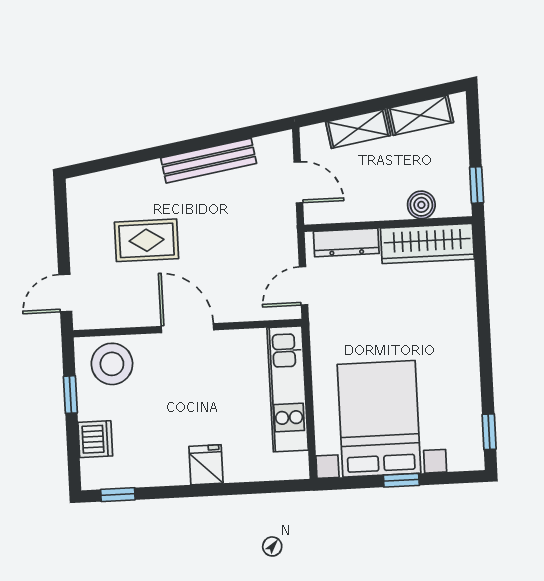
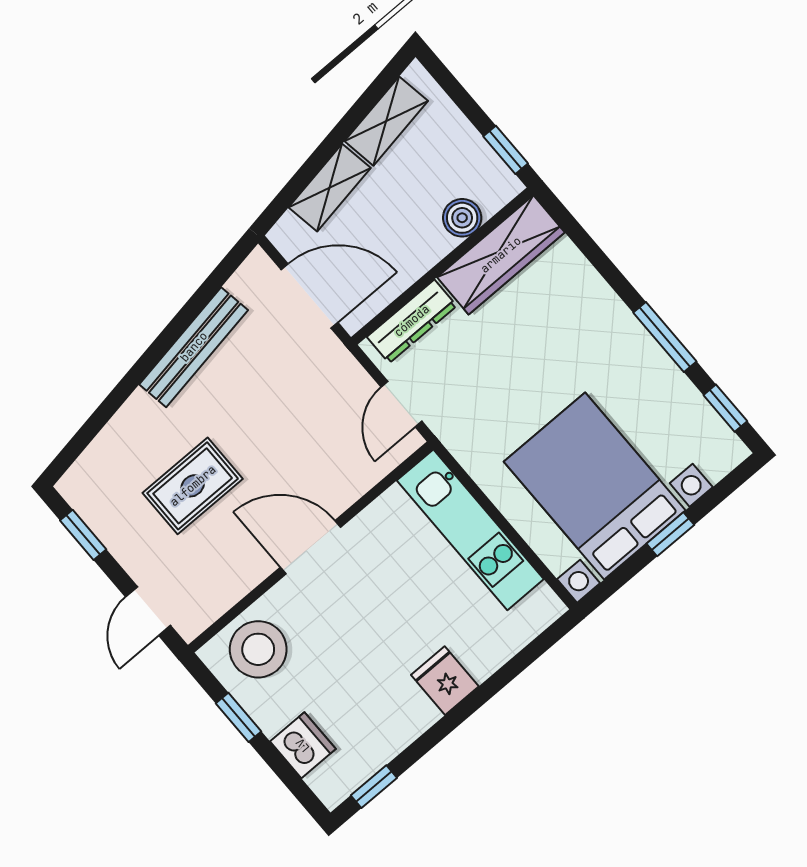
door: (298, 182) -> (309, 296), width x1.38
window: (62, 220) -> (83, 535), added
window: (486, 364) -> (665, 337), added

